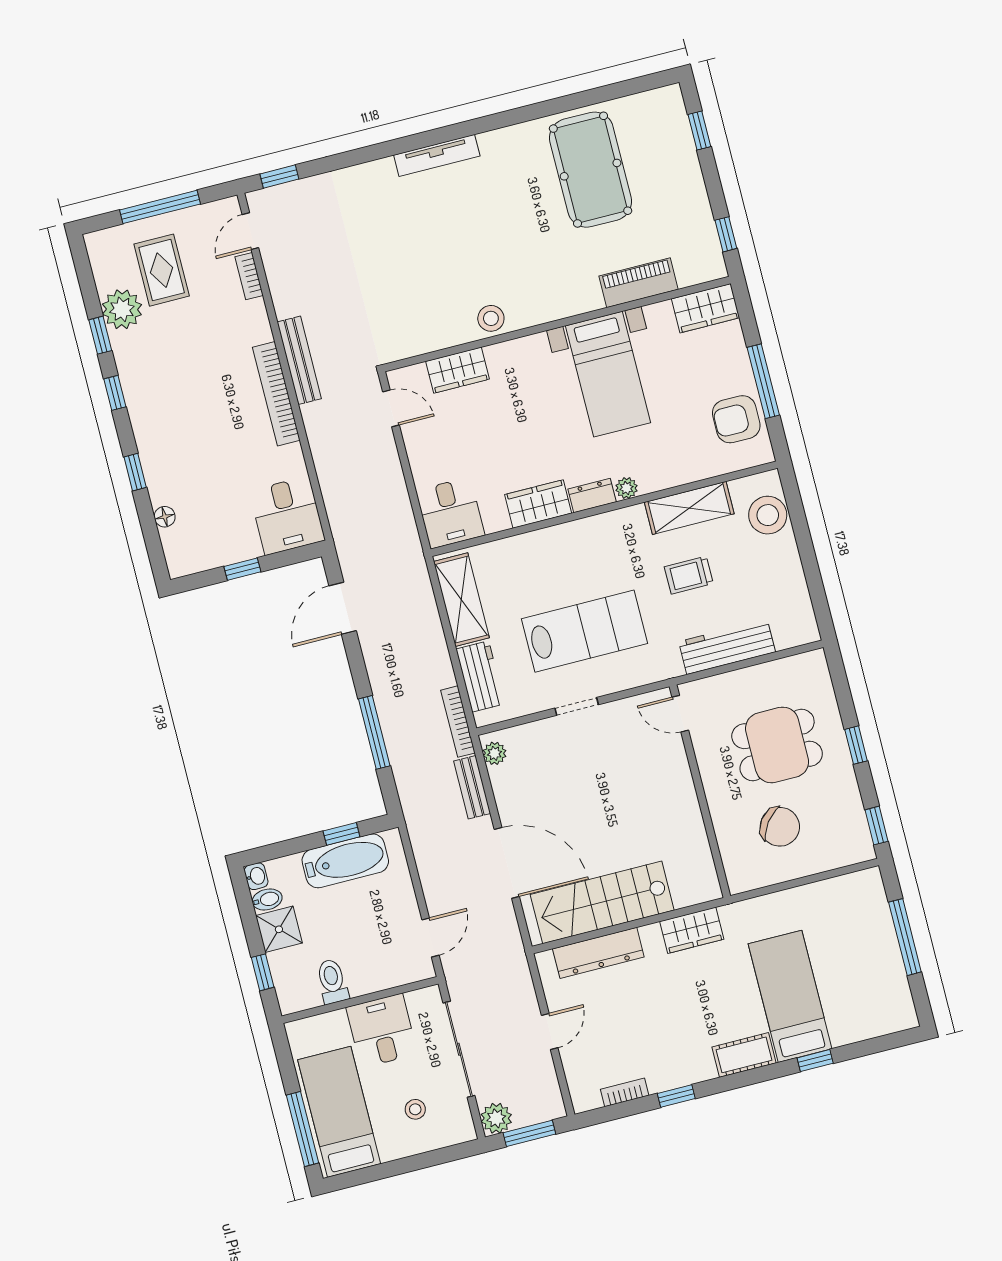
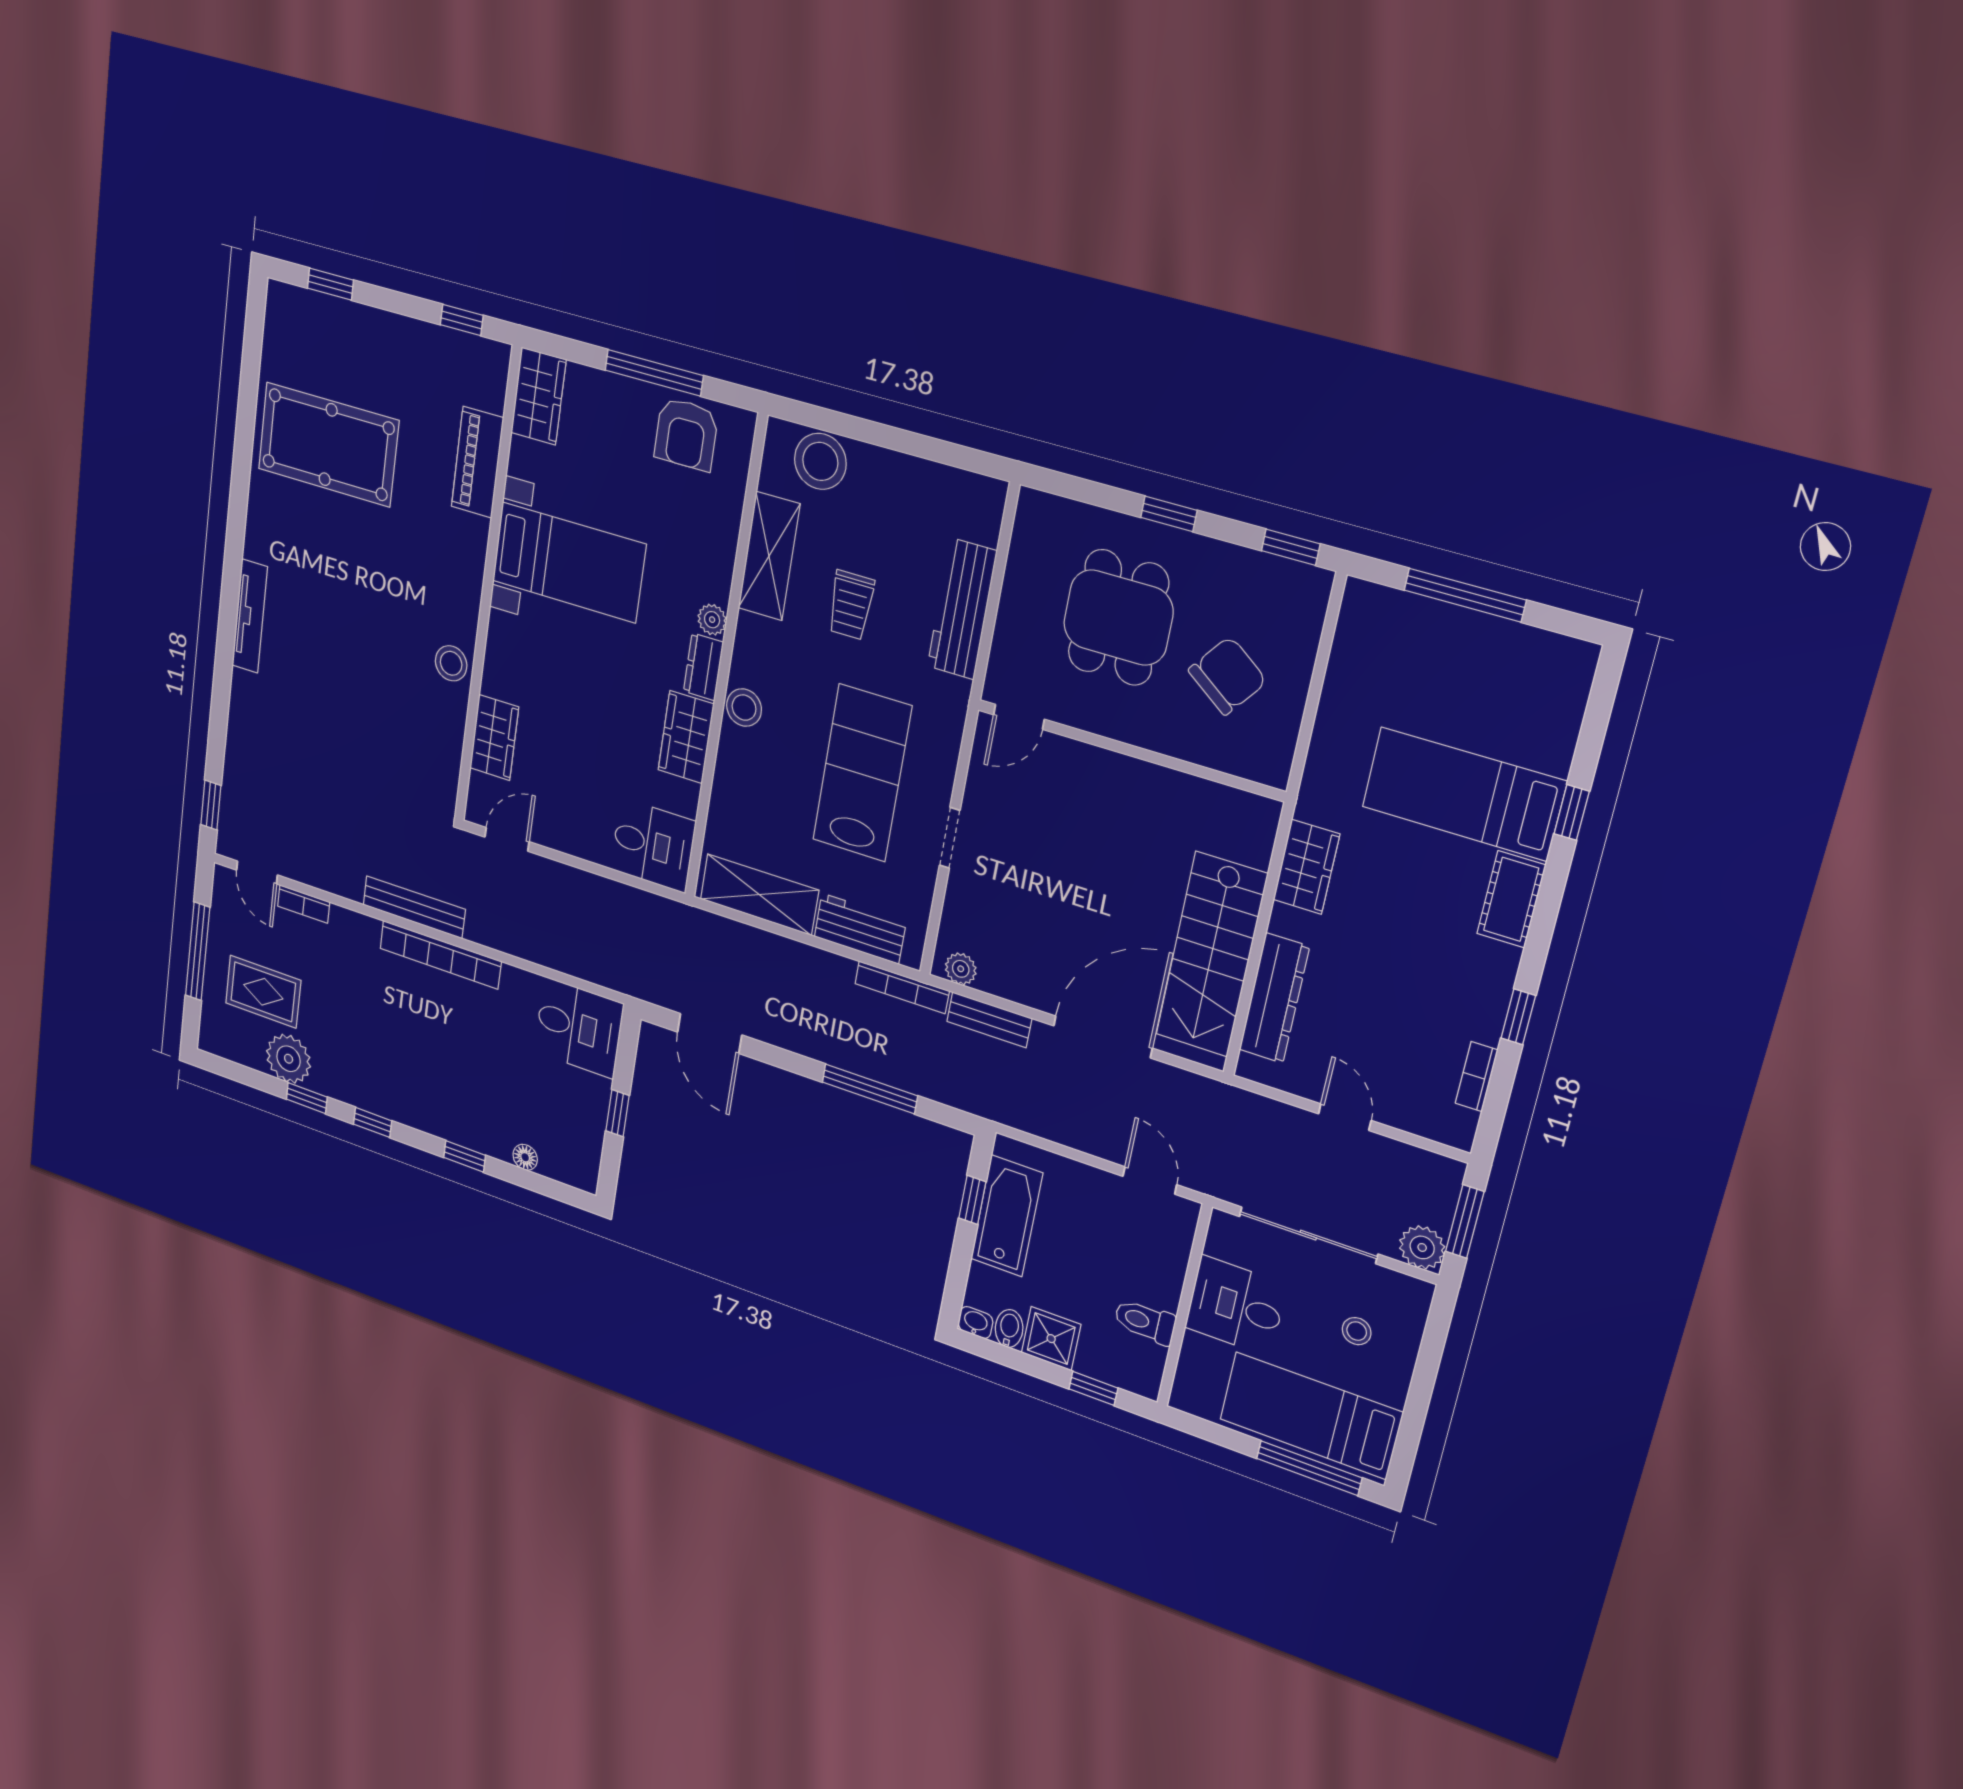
stool: (581, 534) -> (744, 708), added

